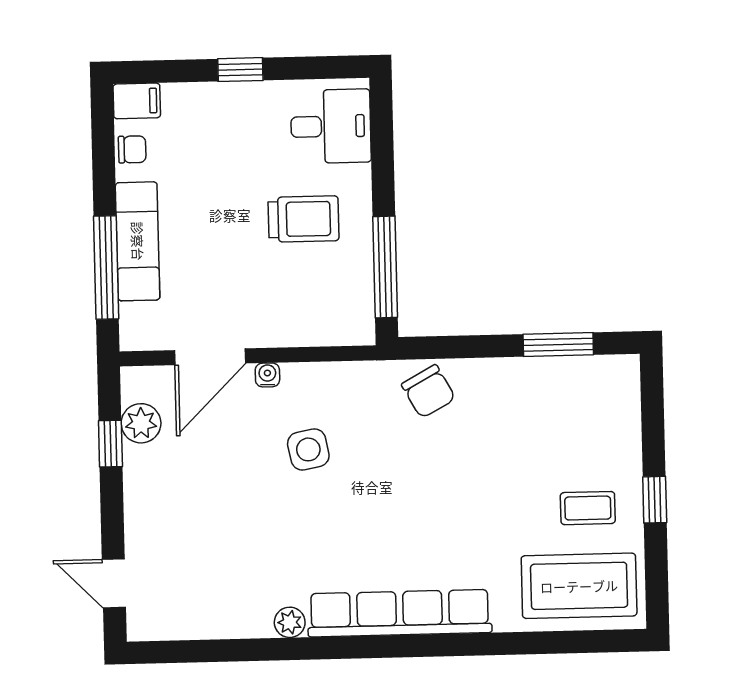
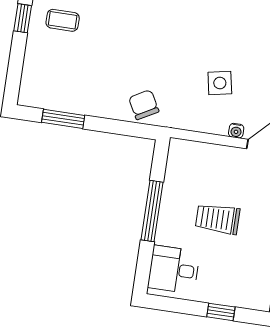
trolley: (303, 219) -> (218, 219), moved
window: (385, 267) -> (152, 211), moved

